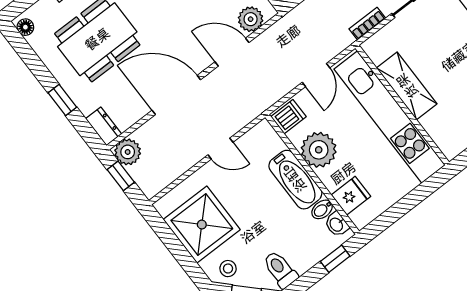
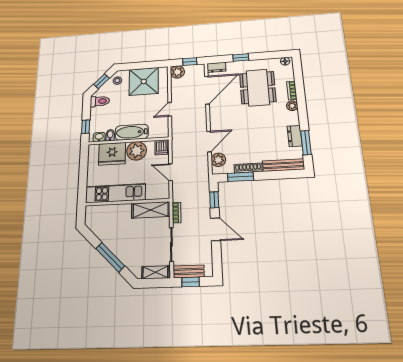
shelving: (407, 86) -> (151, 210), moved
door: (176, 95) -> (207, 90), moved
kitchen unit: (390, 117) -> (115, 193), width x0.73
plant: (128, 152) -> (177, 72), moved
fridge: (351, 196) -> (112, 154), width x1.88, depth x1.34

